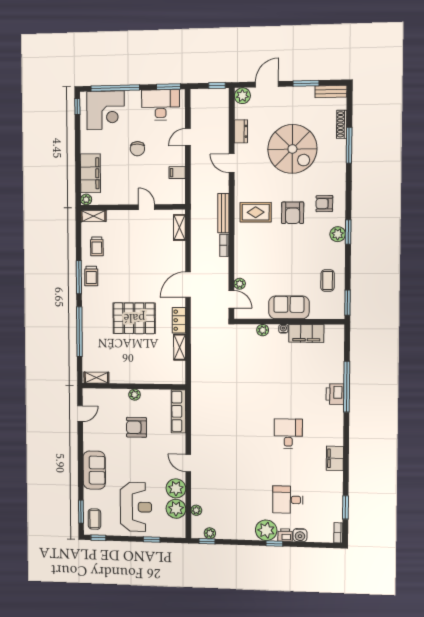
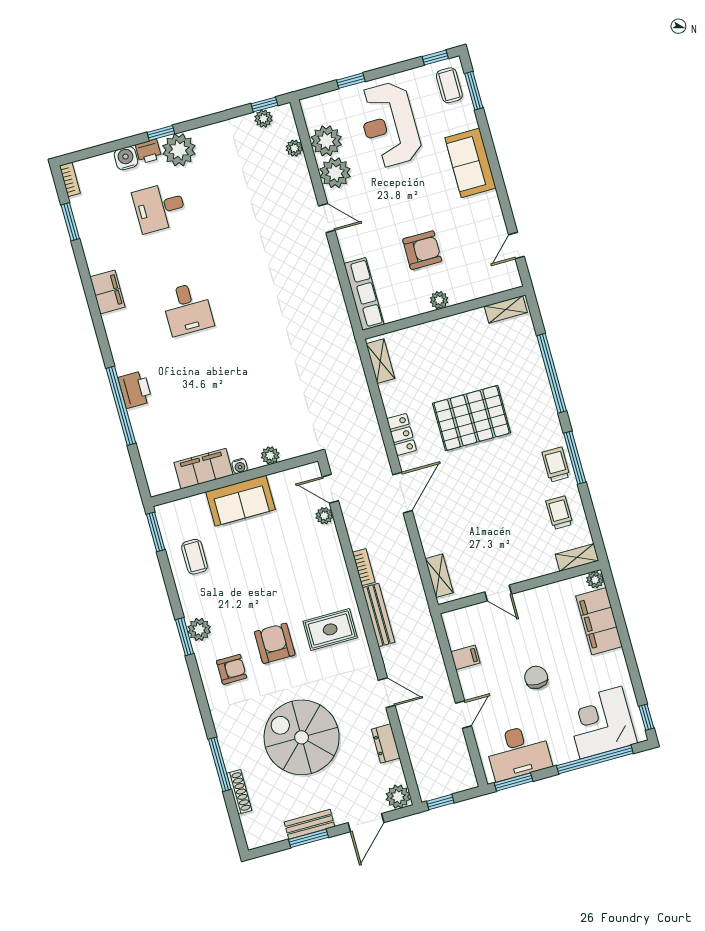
bench: (331, 92) -> (309, 824), moved
shelving: (180, 347) -> (380, 361), moved
desk: (288, 500) -> (160, 207), turned 180

